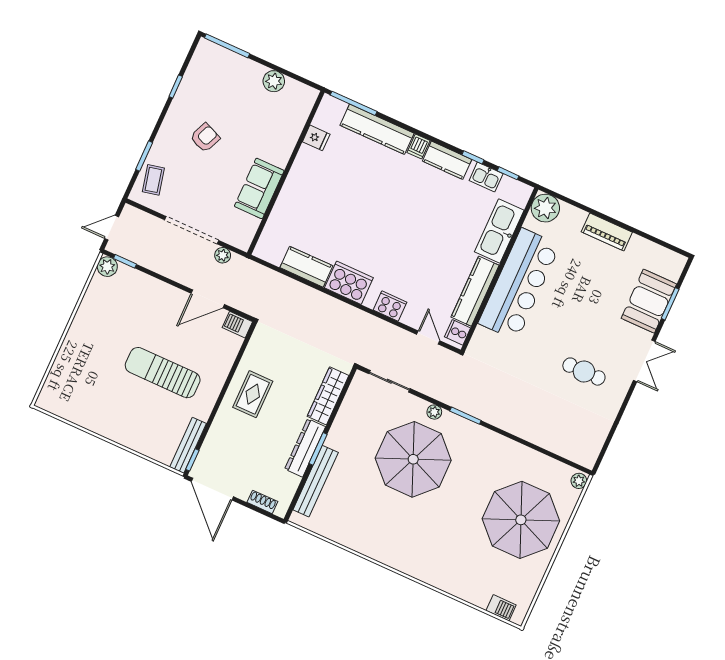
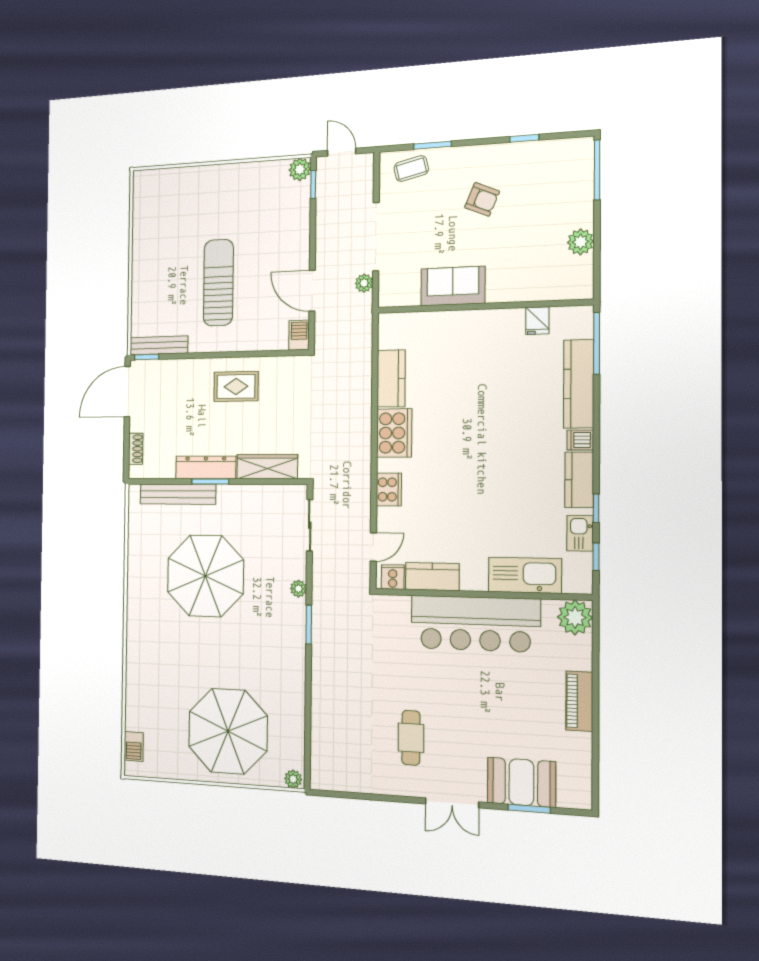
kitchen counter: (475, 291) -> (432, 577), width x0.67
parasol: (413, 459) -> (205, 576), moved

